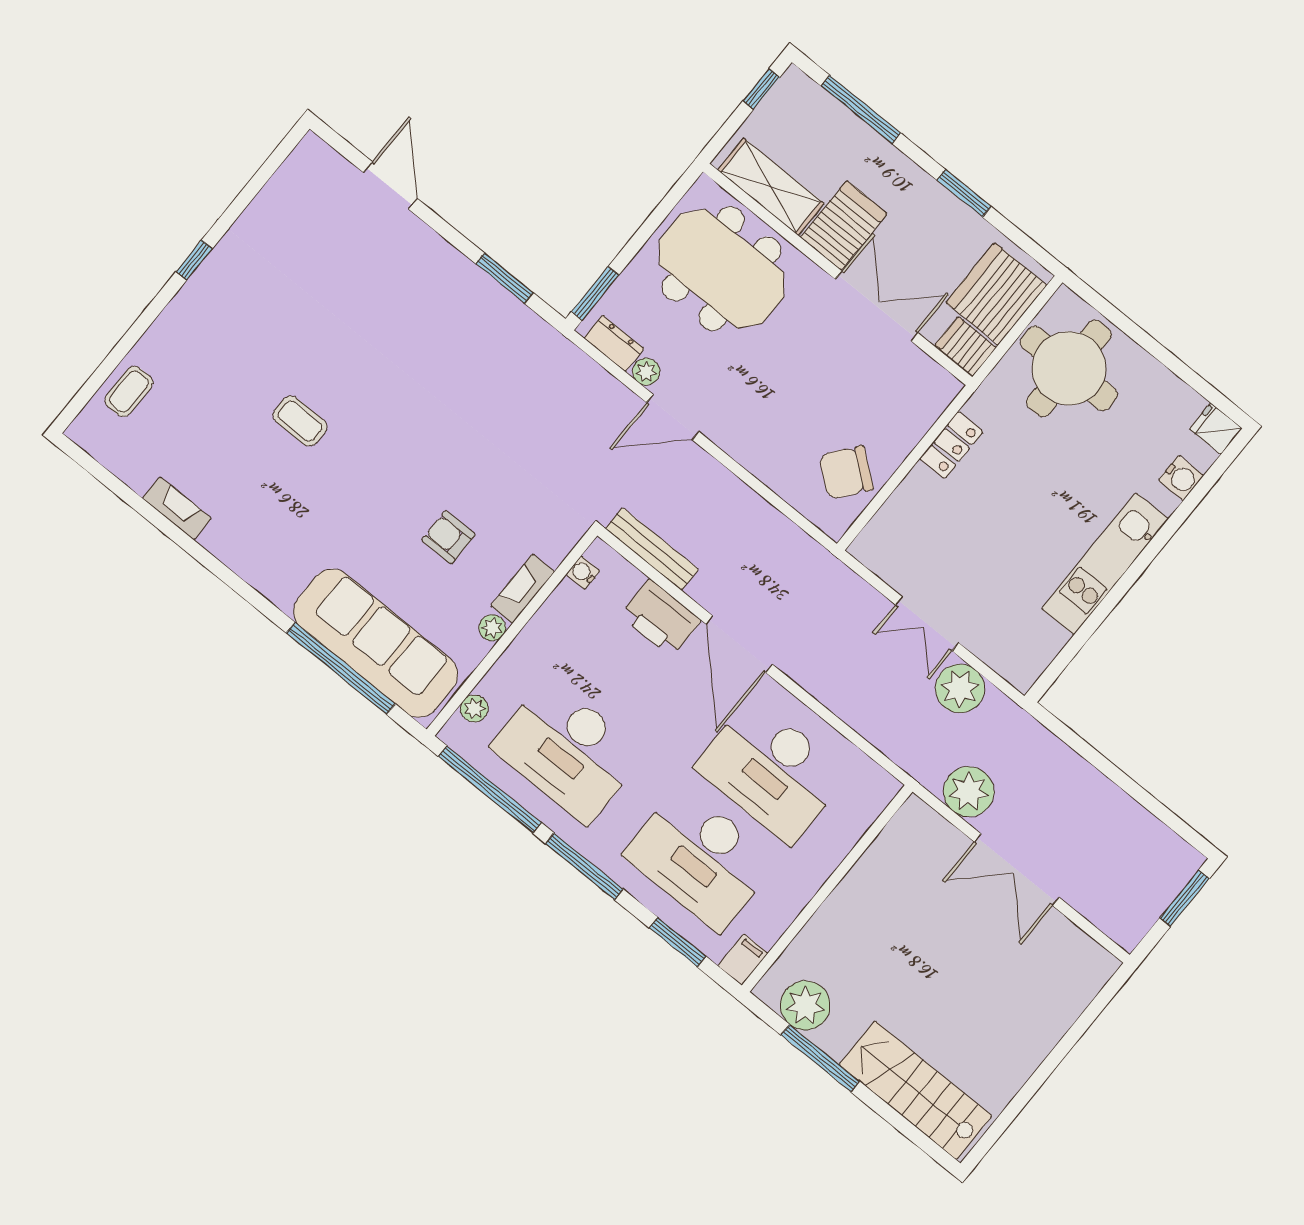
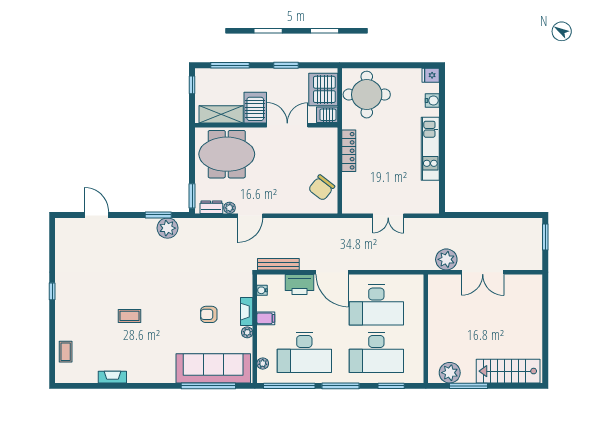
locker: (951, 445) -> (349, 151), width x1.53
plant: (960, 689) -> (167, 228), moved
filing cabinet: (743, 960) -> (266, 318), moved, turned 90

